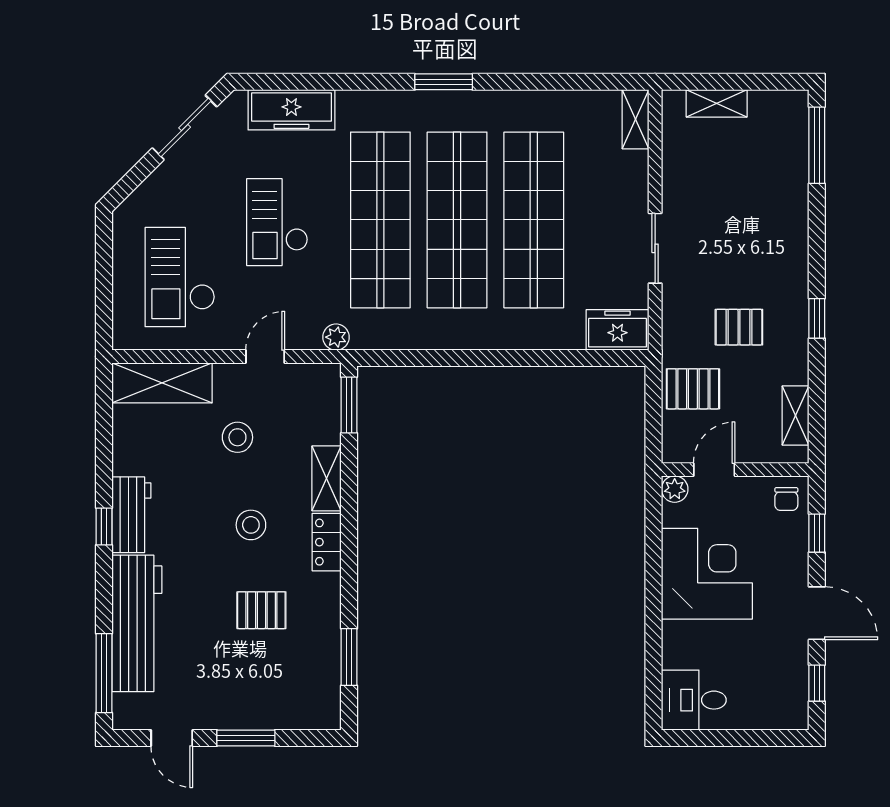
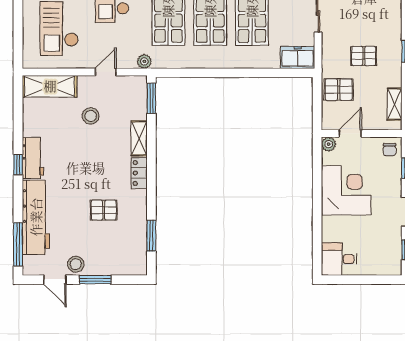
stool: (251, 525) -> (76, 264), moved

